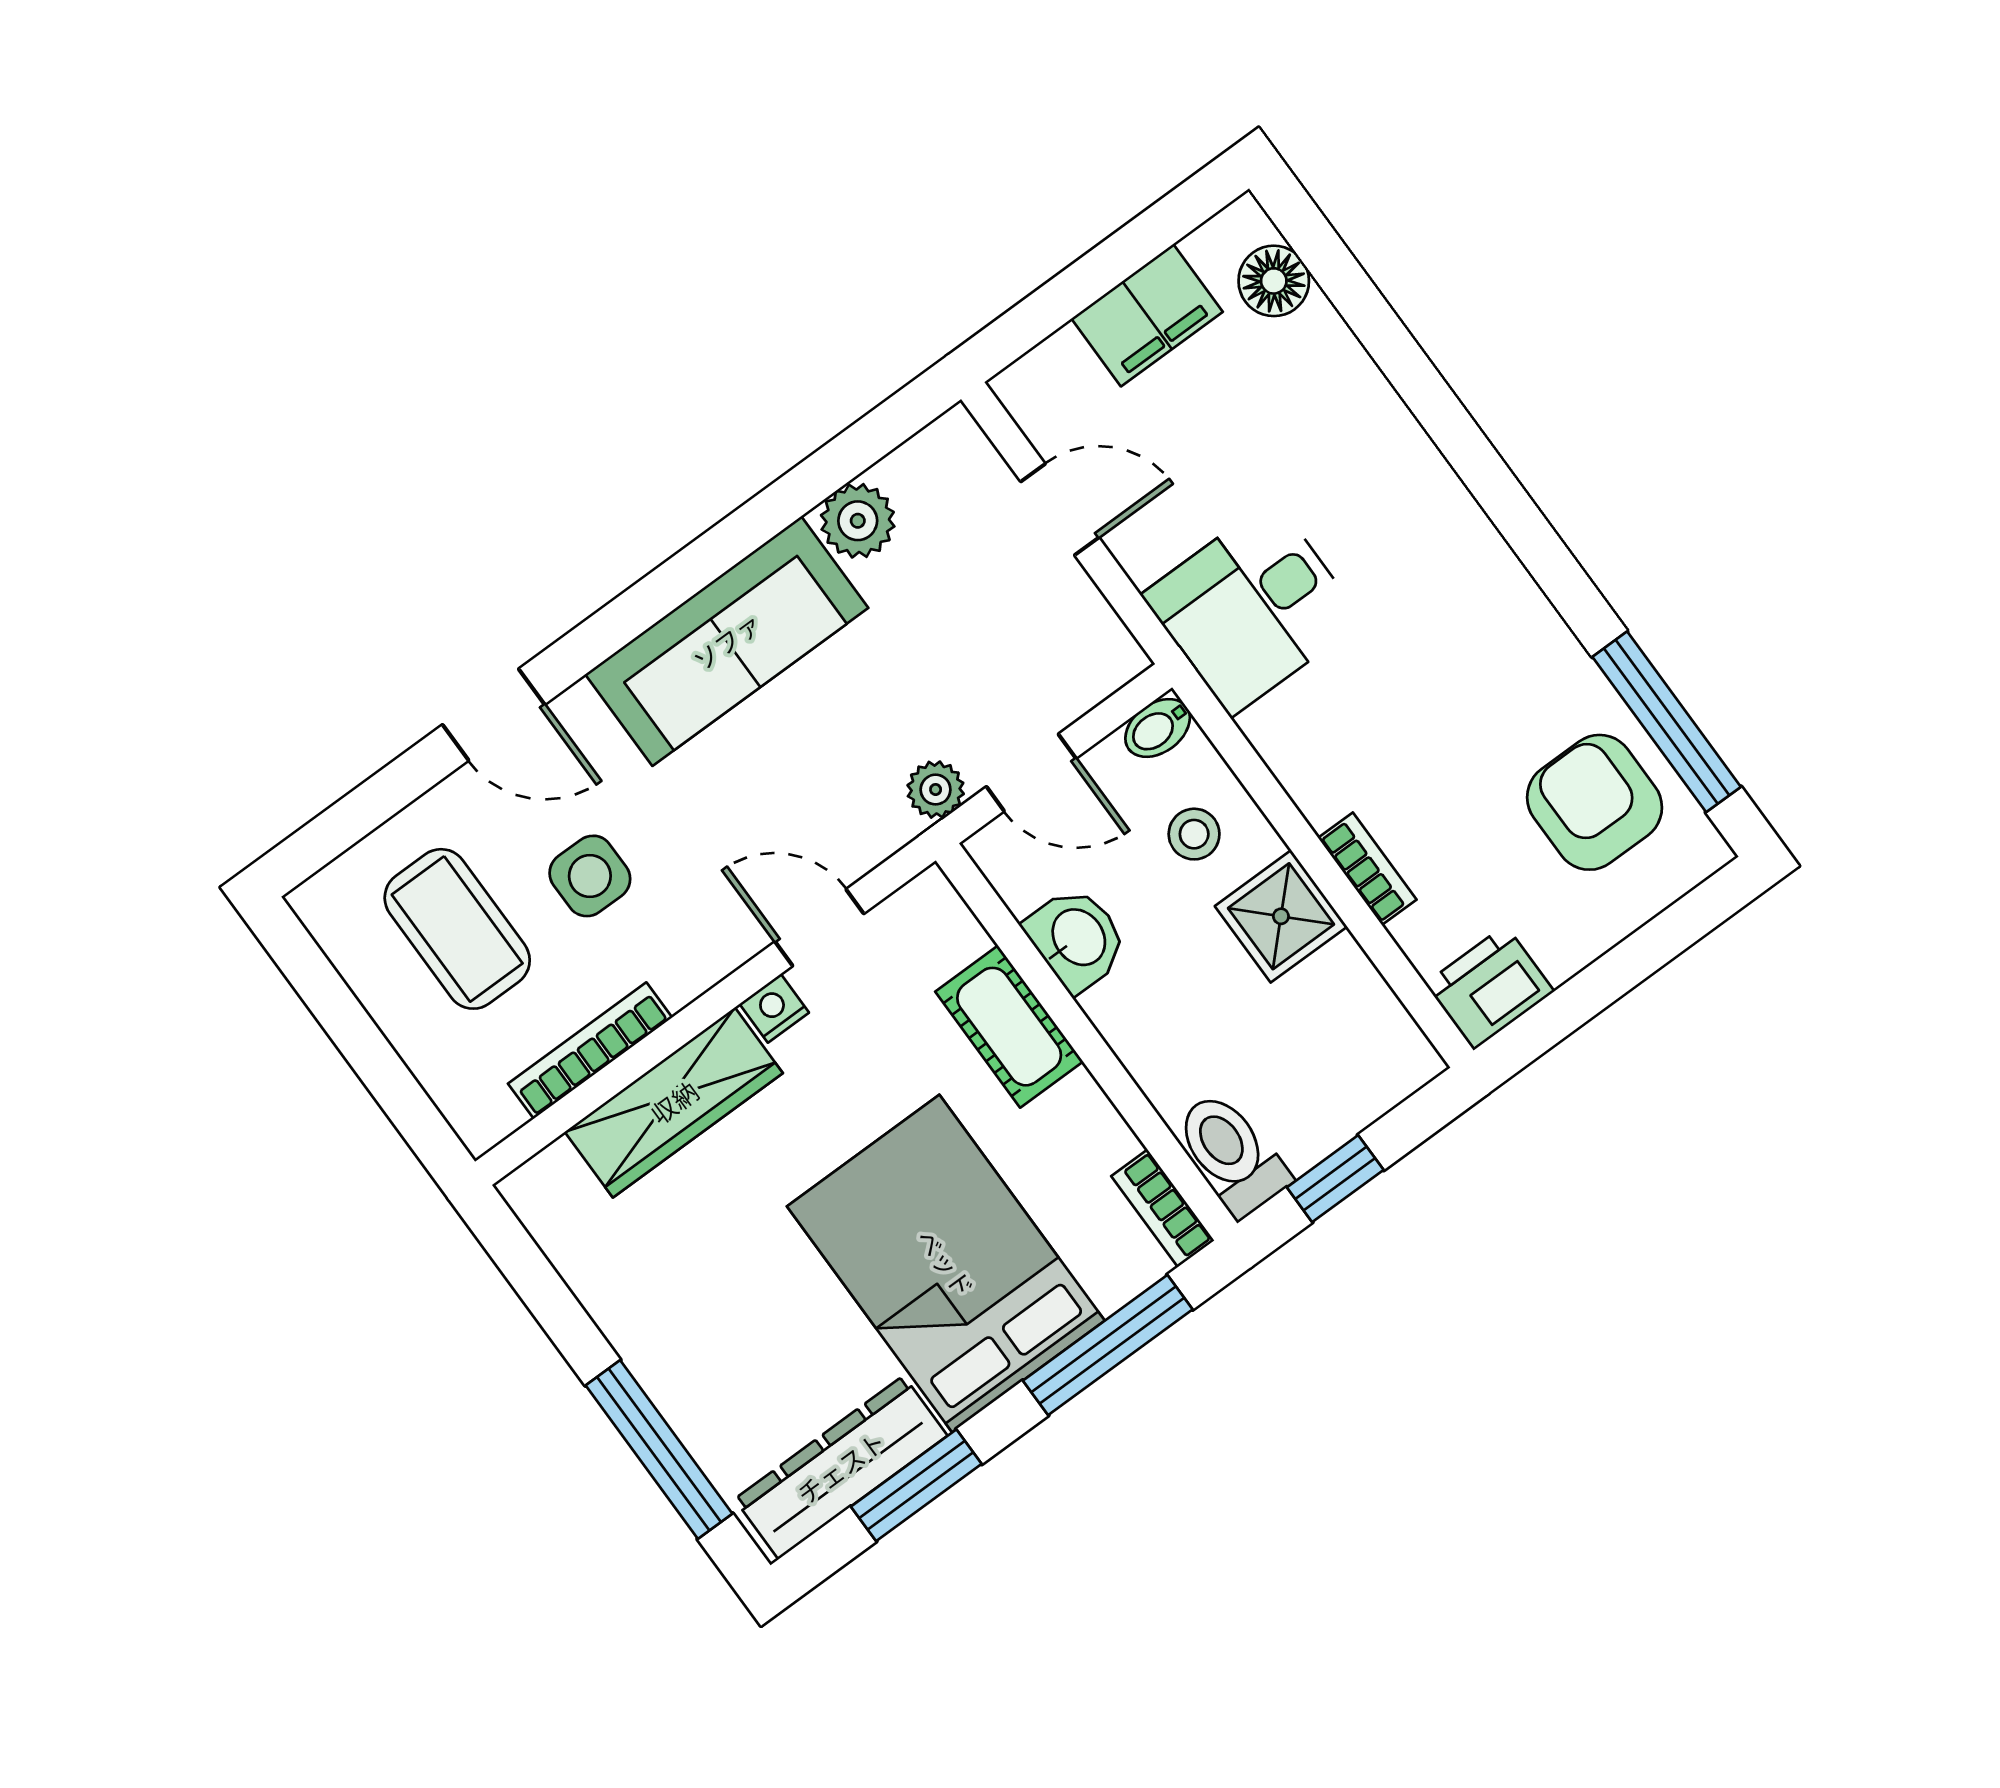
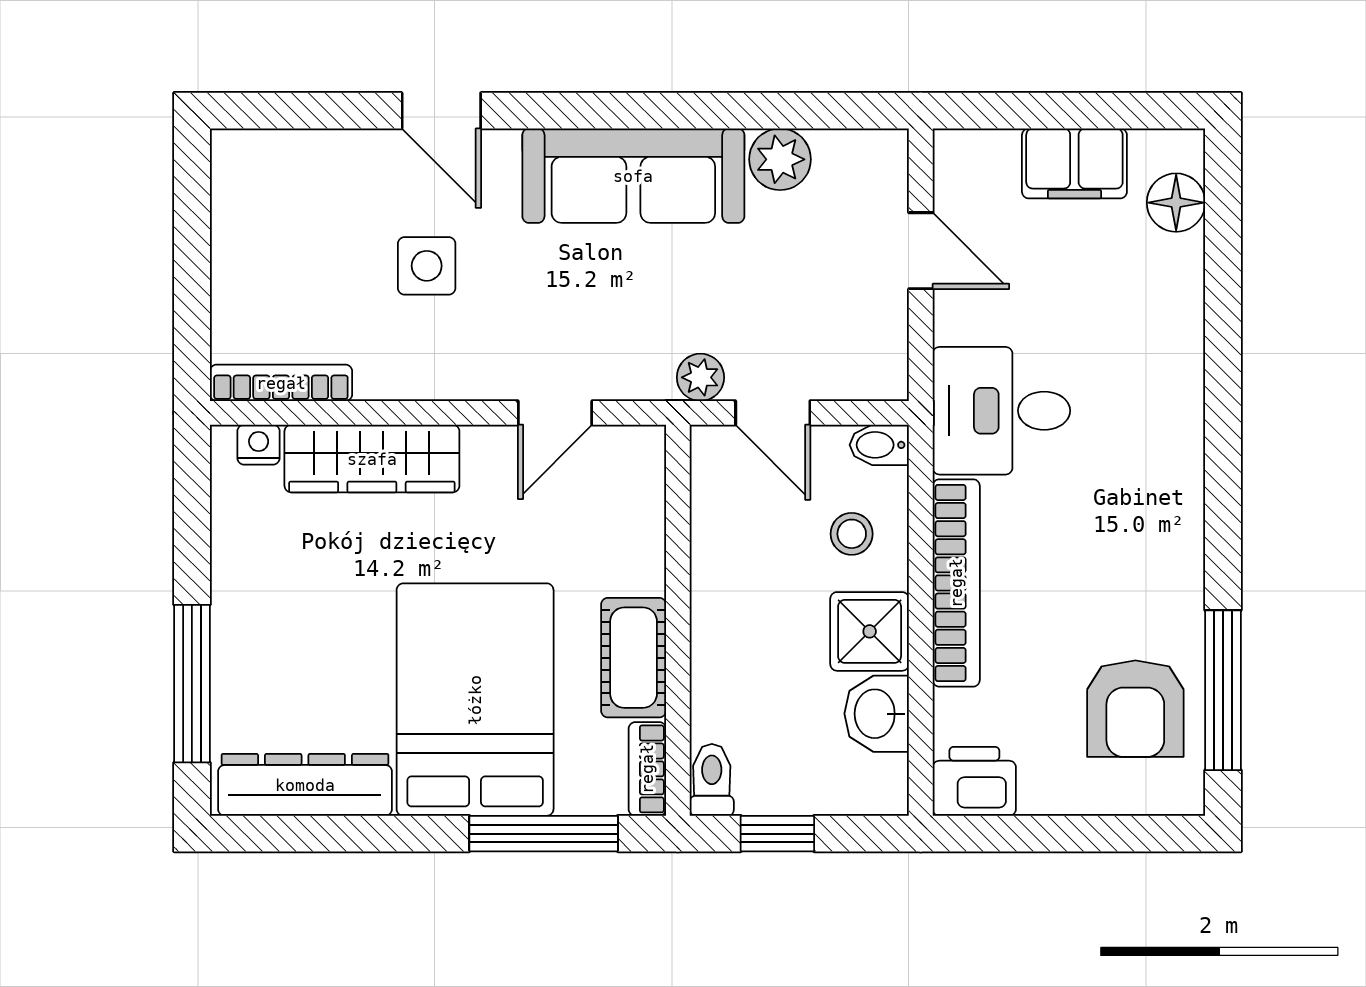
armchair: (1595, 802) -> (1135, 709), turned 180
bookcase: (1367, 869) -> (956, 583), width x2.31, depth x1.31
door: (819, 928) -> (555, 413), swing flipped
coffee table: (457, 929) -> (312, 236), removed
washbasin: (1077, 939) -> (877, 714), moved, turned 180
nightstand: (774, 1008) -> (259, 445), moved
cot: (1009, 1027) -> (634, 658), moved
bookcase: (590, 1051) -> (281, 383), moved
toilet: (1231, 1154) -> (712, 780), width x0.73, depth x0.72
window: (916, 1485) -> (347, 834), removed

